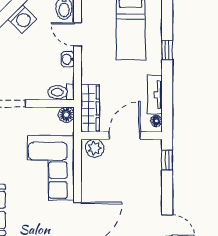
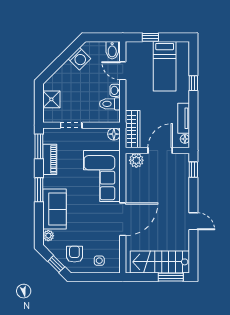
toilet: (61, 92) -> (110, 104), moved

